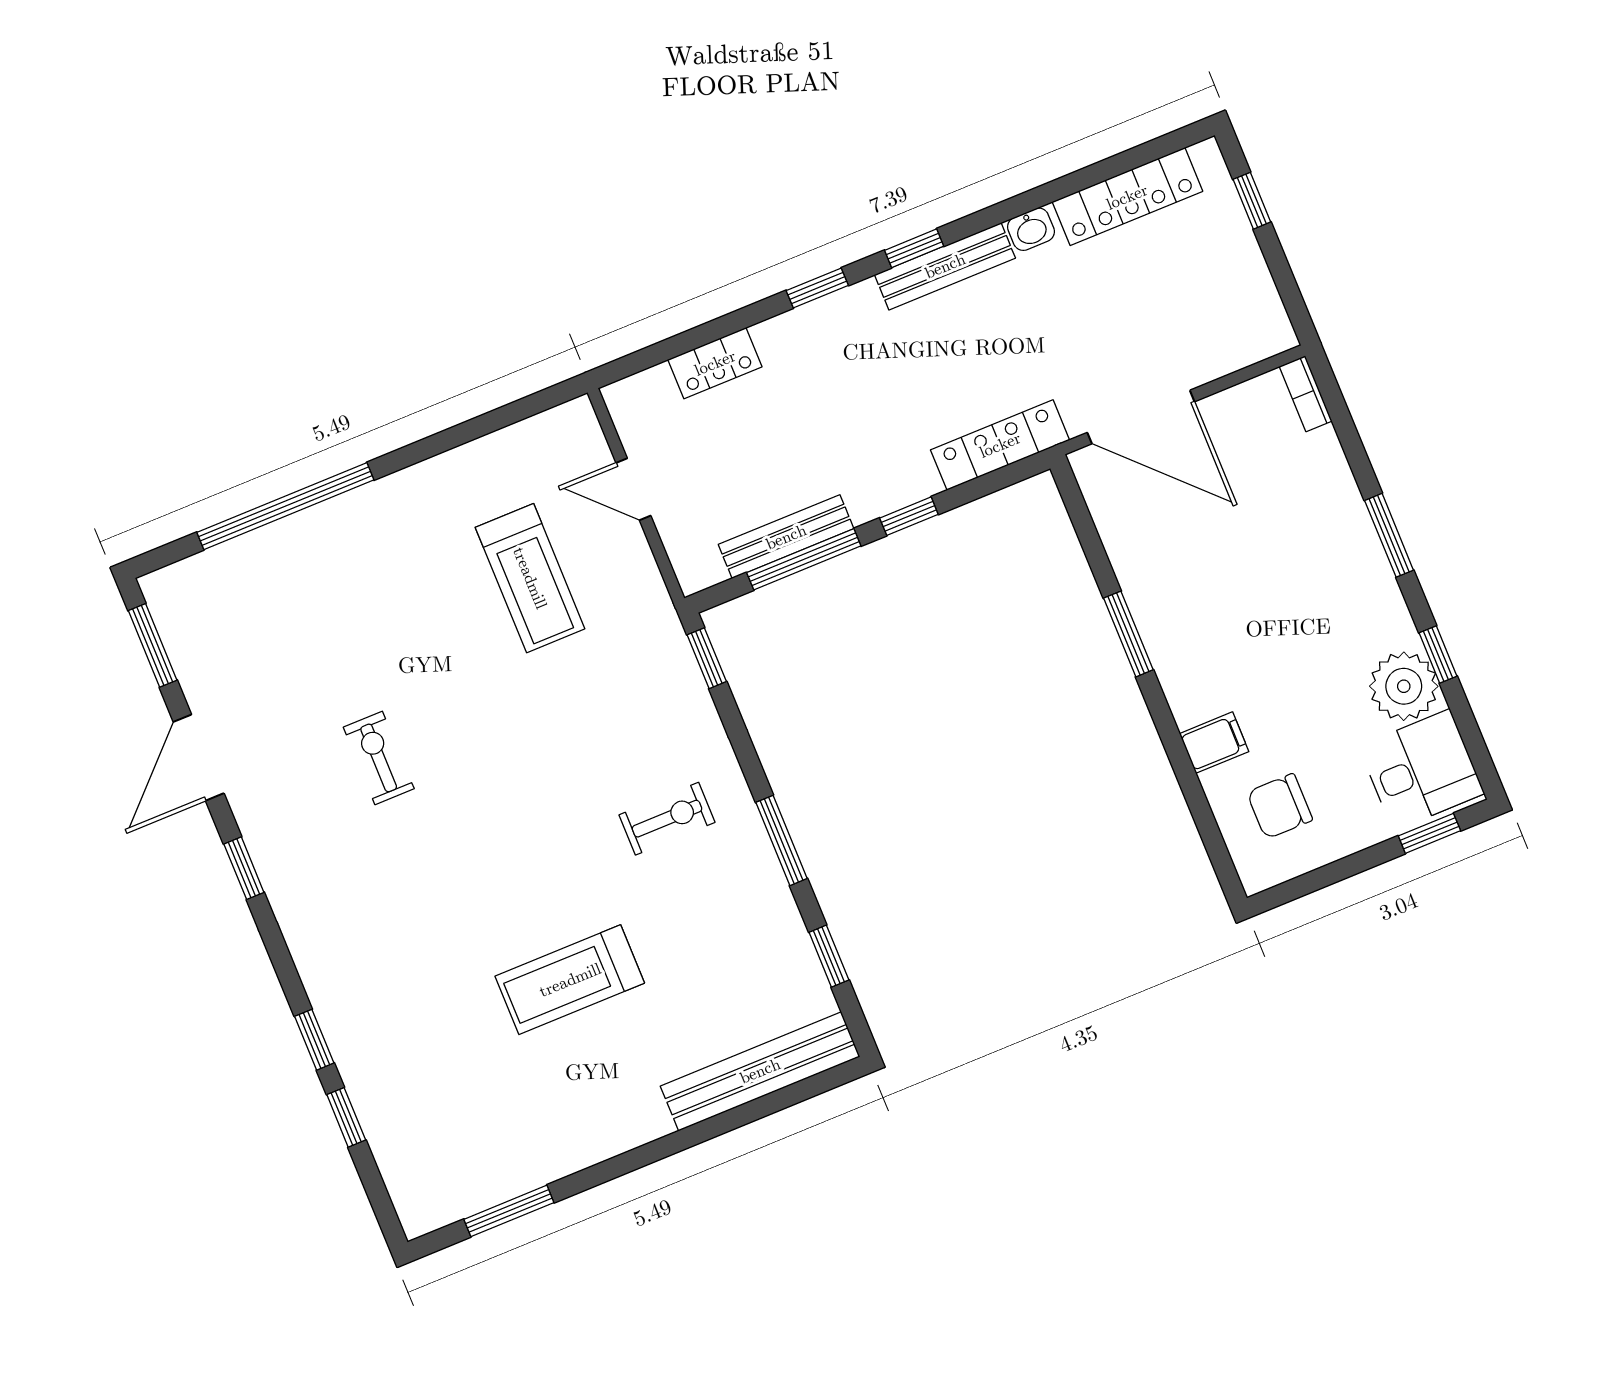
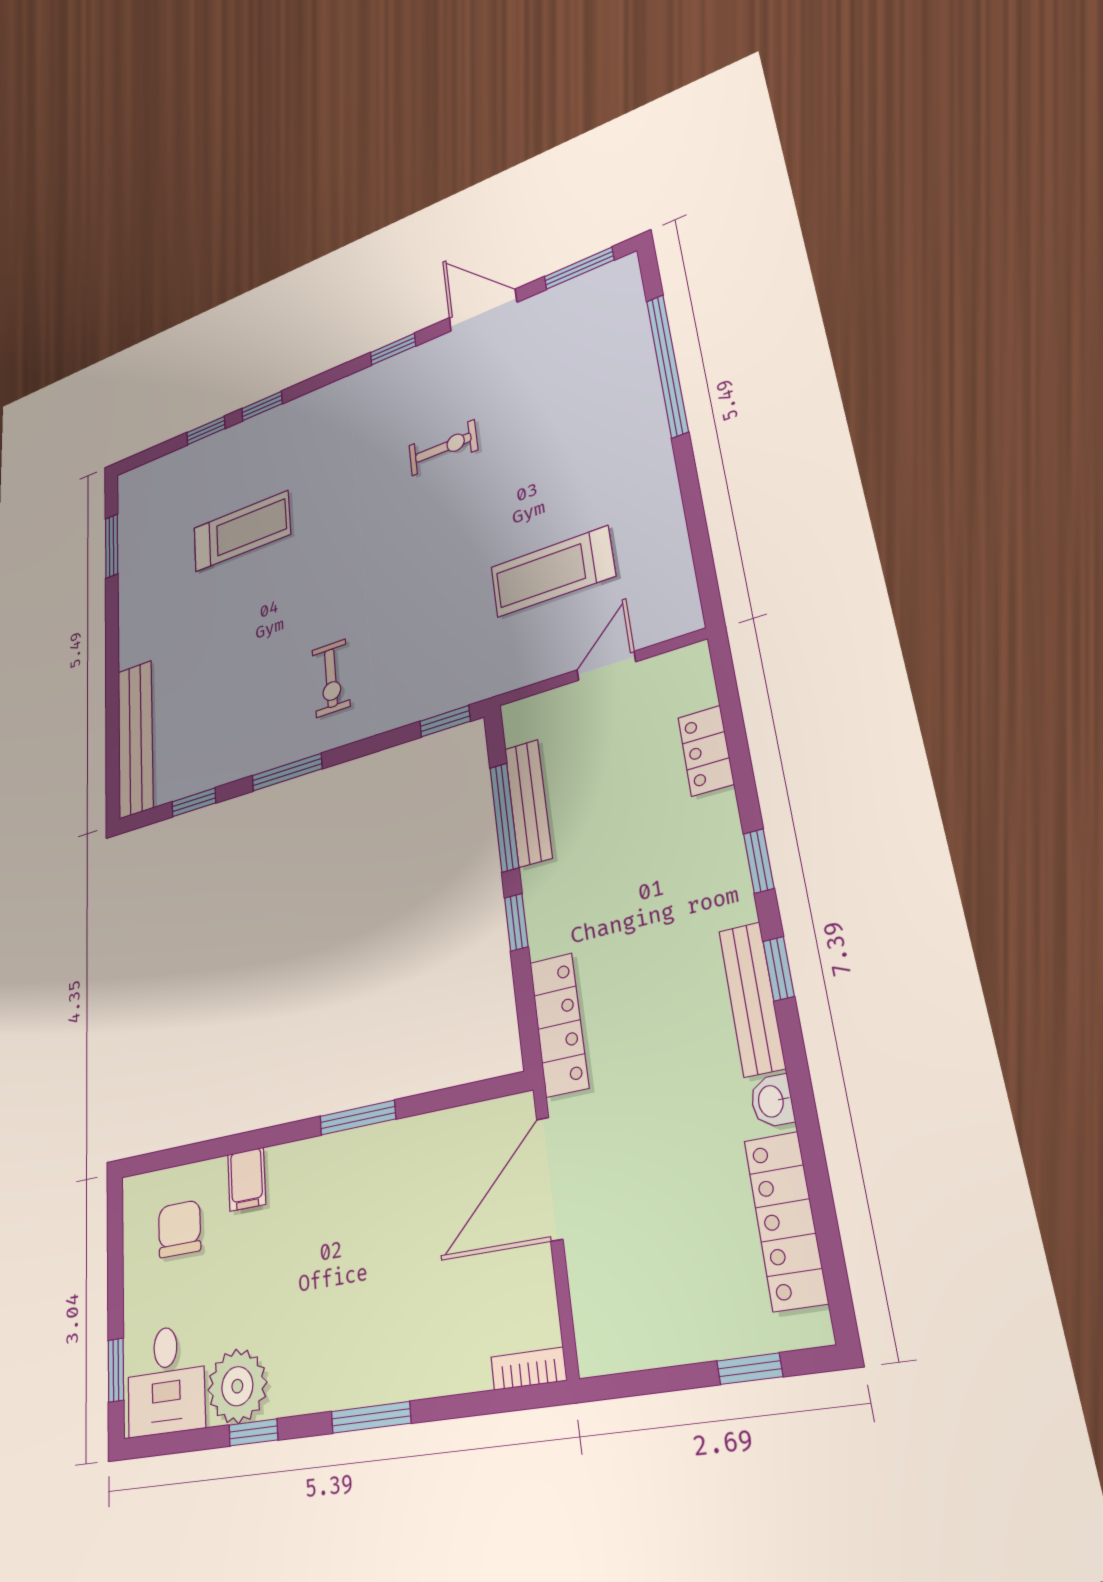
treadmill: (570, 980) -> (242, 531), moved, turned 90

